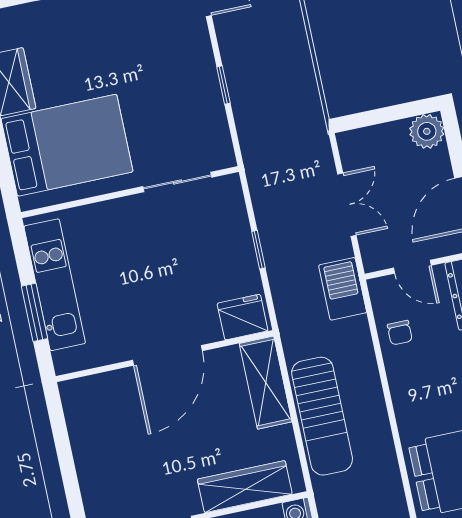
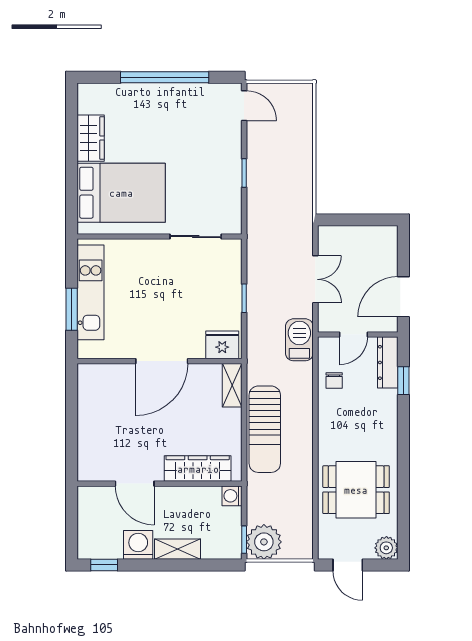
plant: (427, 131) -> (385, 238), removed
door: (412, 267) -> (354, 334), hinge flipped
shelving: (266, 383) -> (232, 385), width x0.67, depth x0.75

